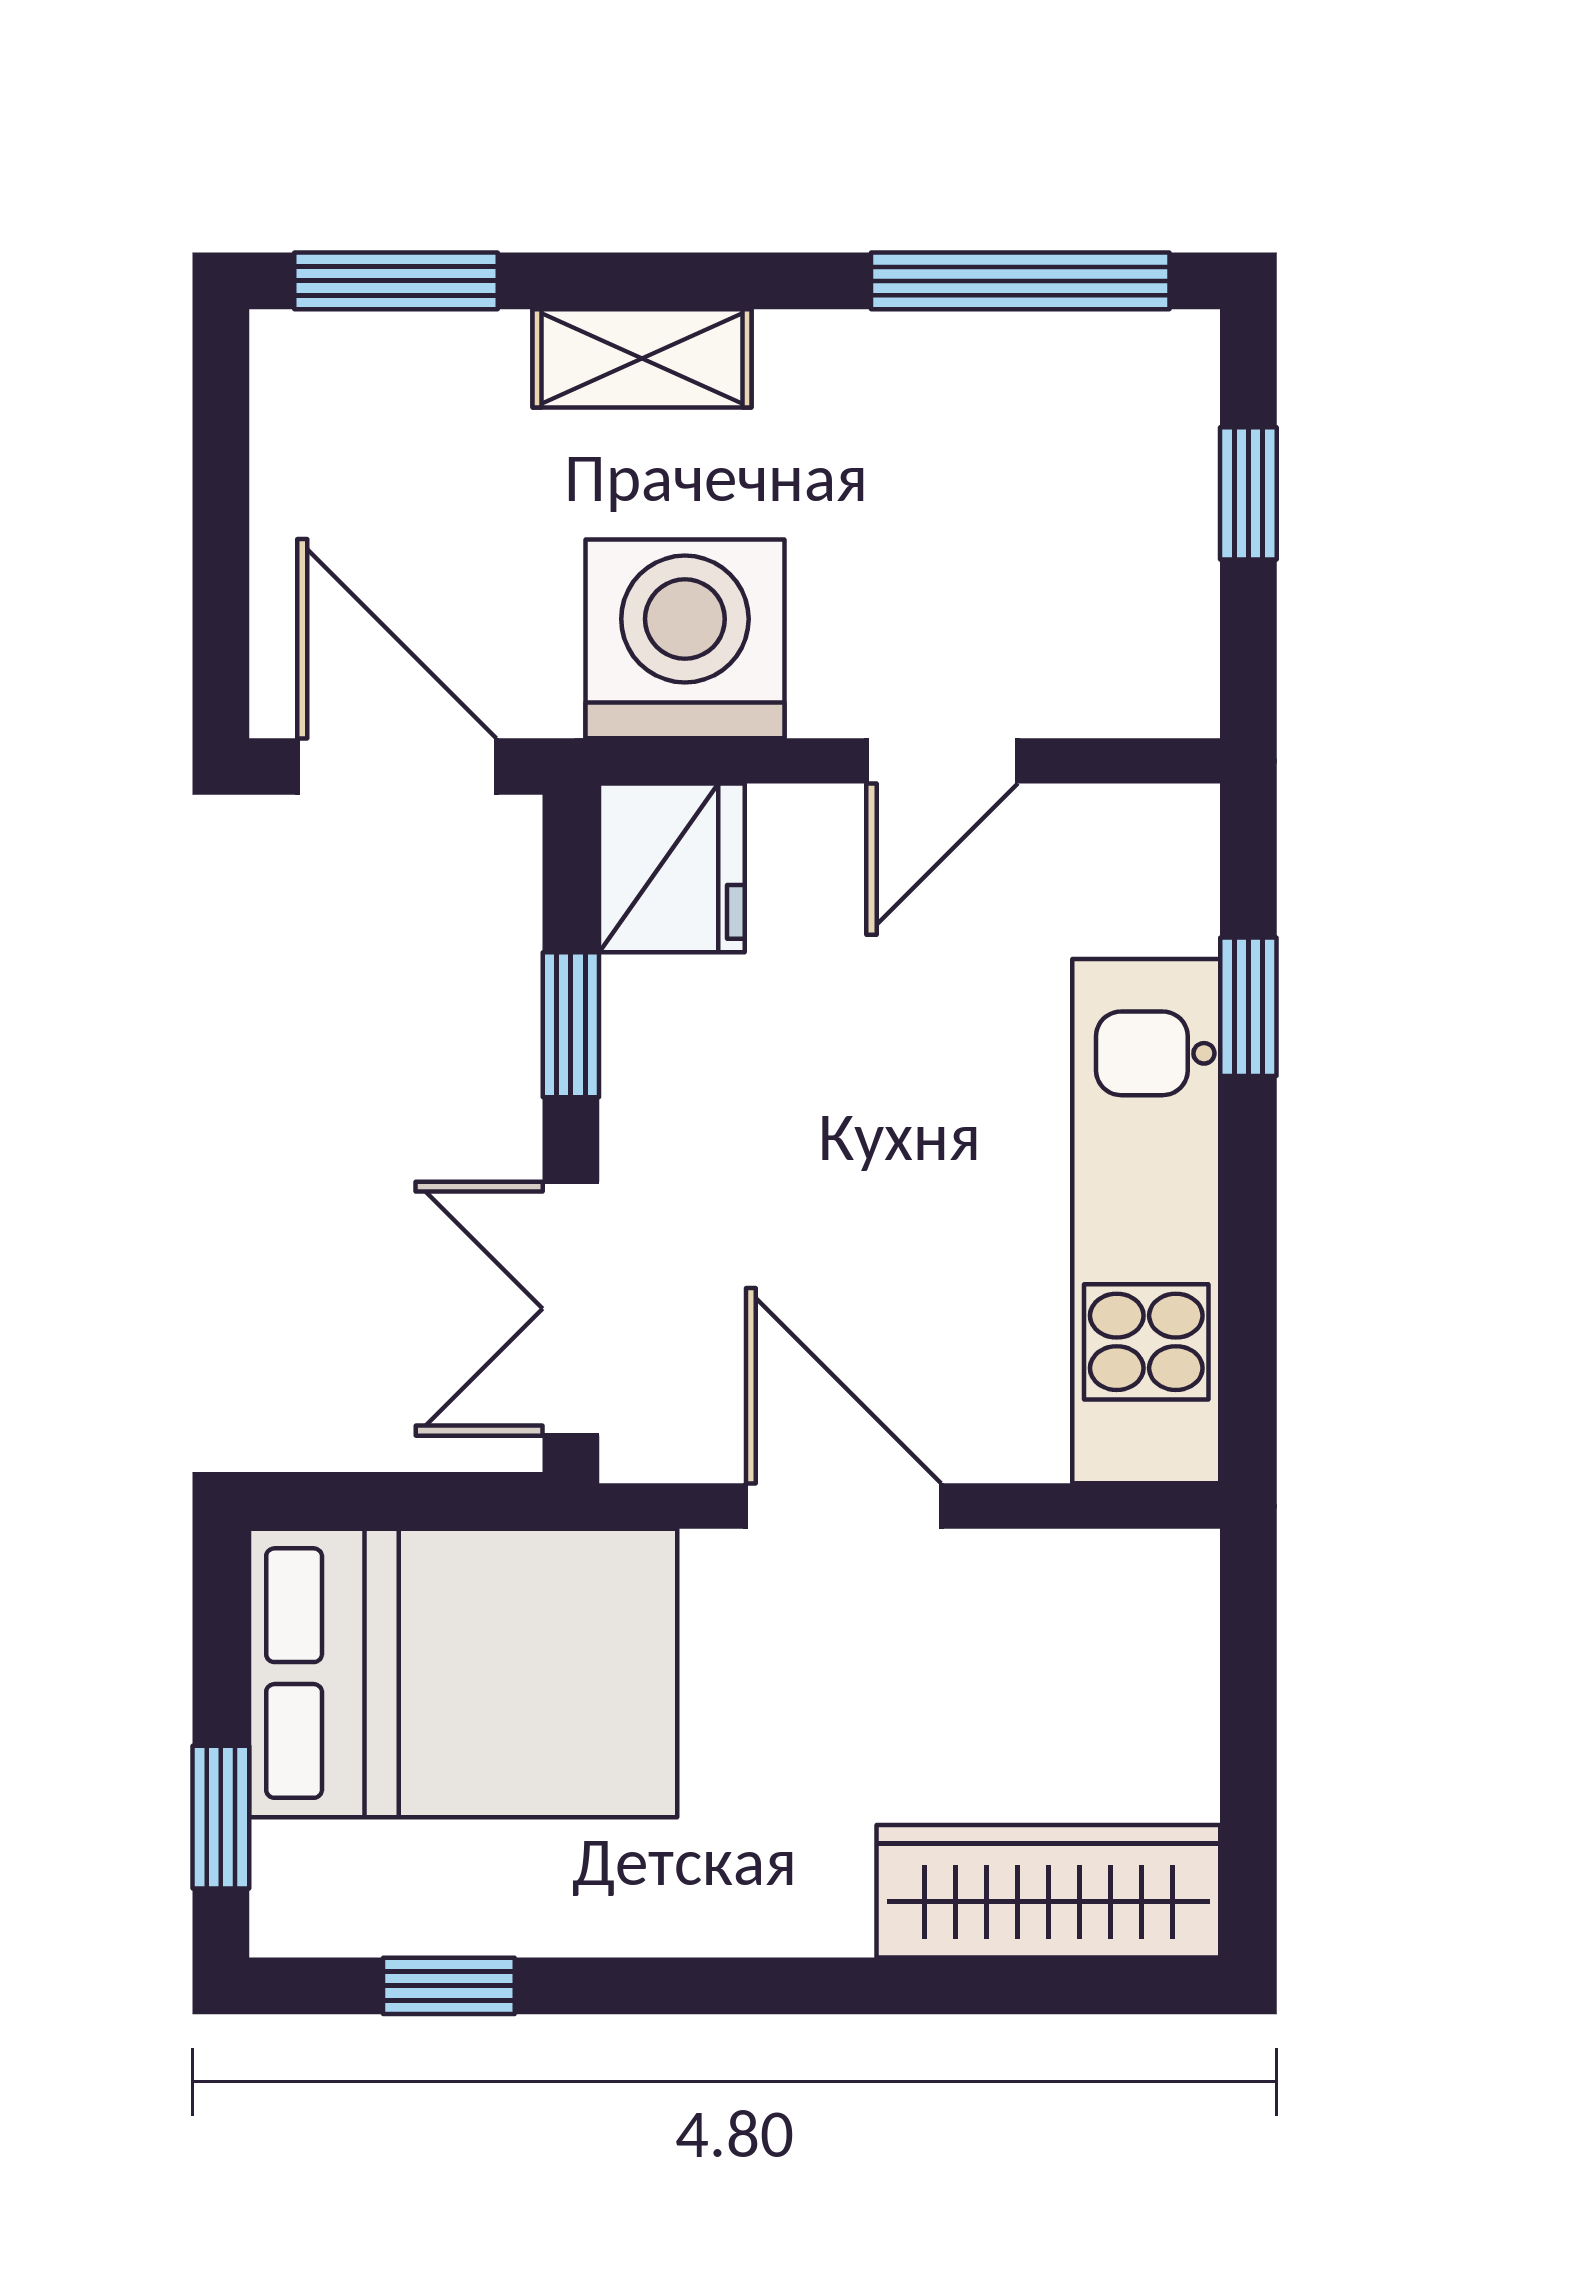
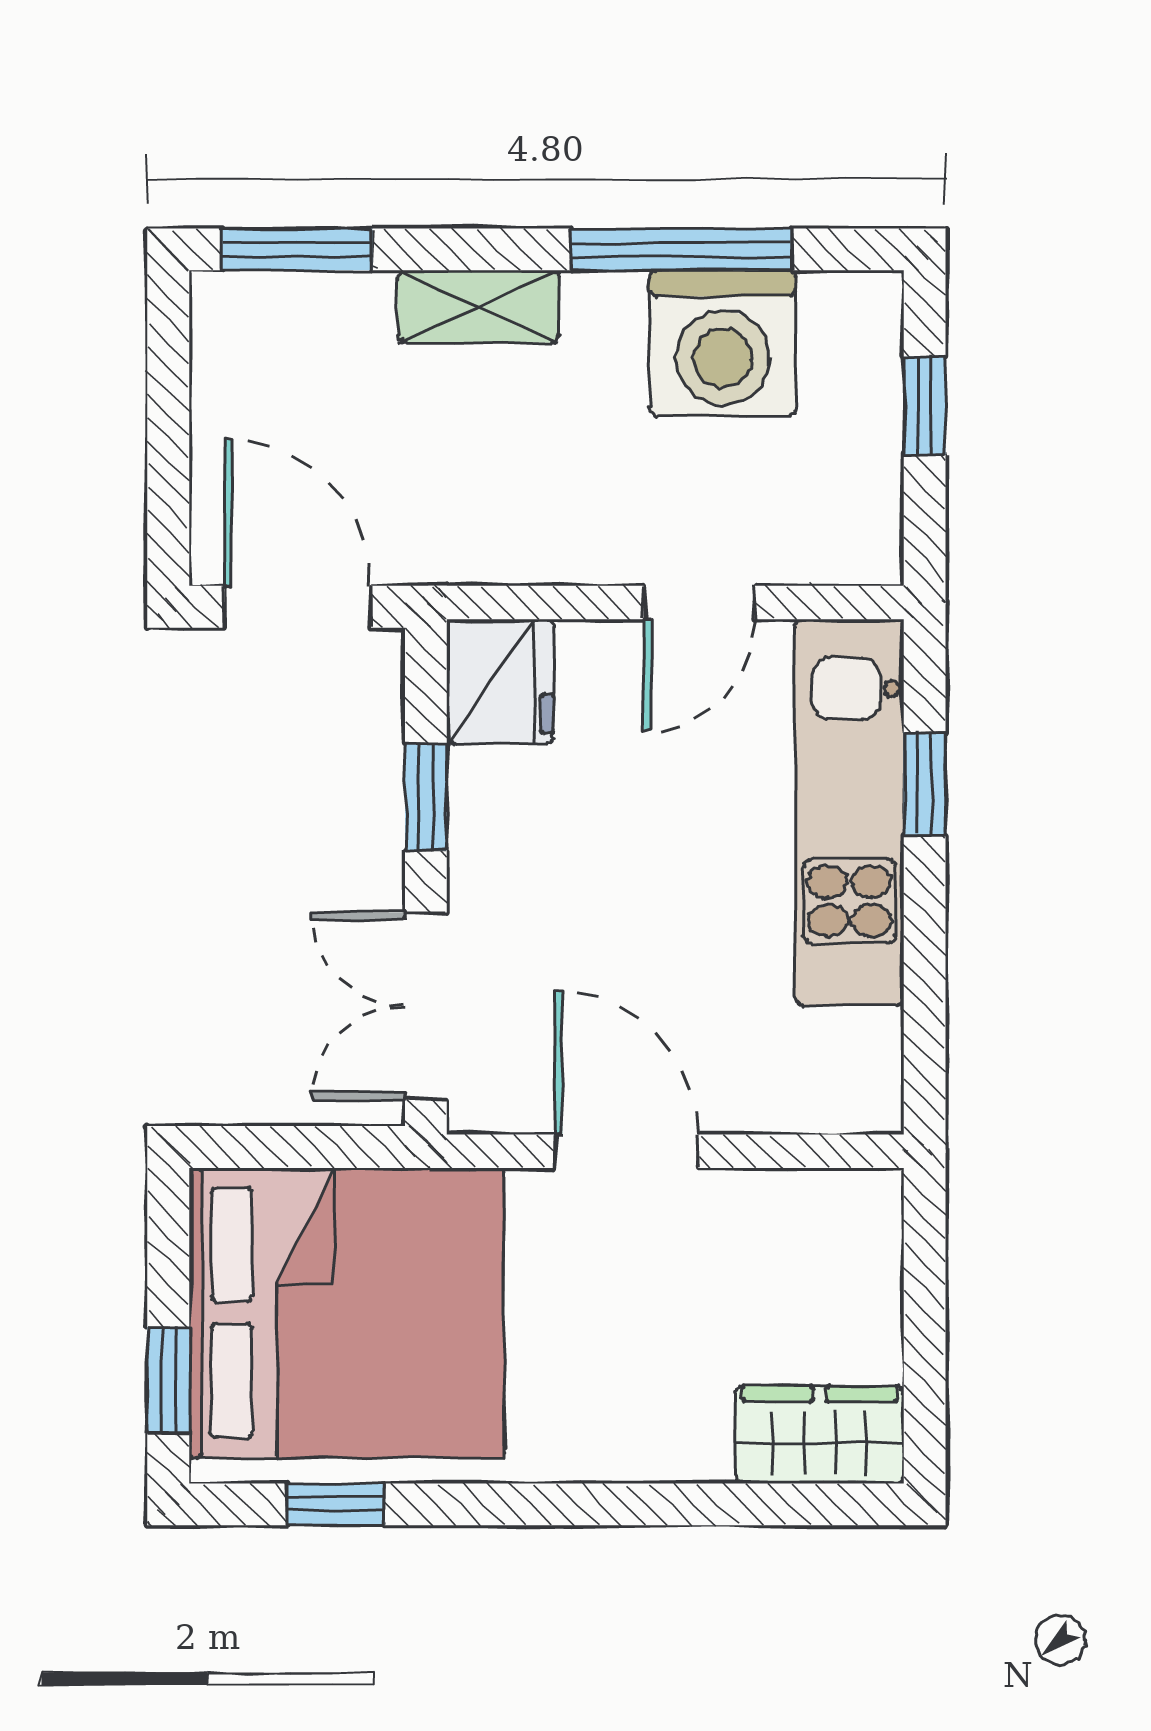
window: (1020, 281) -> (682, 249), moved
washing machine: (685, 639) -> (723, 343), moved, turned 180
kitchen unit: (1146, 1221) -> (849, 812), moved
bed: (463, 1673) -> (347, 1313), width x1.36
wardrobe: (1048, 1891) -> (820, 1435), width x0.67

